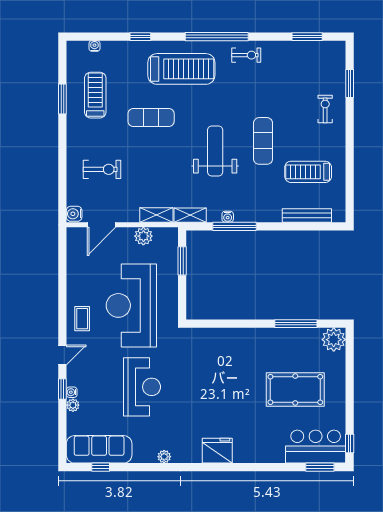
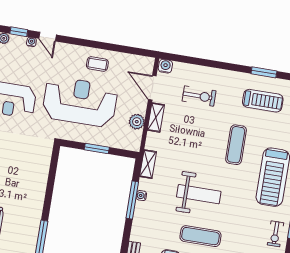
exercise bike: (102, 169) -> (199, 96), turned -90
shelving: (156, 215) -> (156, 117), moved
window: (182, 261) -> (97, 149), moved
coffee table: (82, 319) -> (97, 64), moved
water cooler: (72, 392) -> (31, 42), moved

